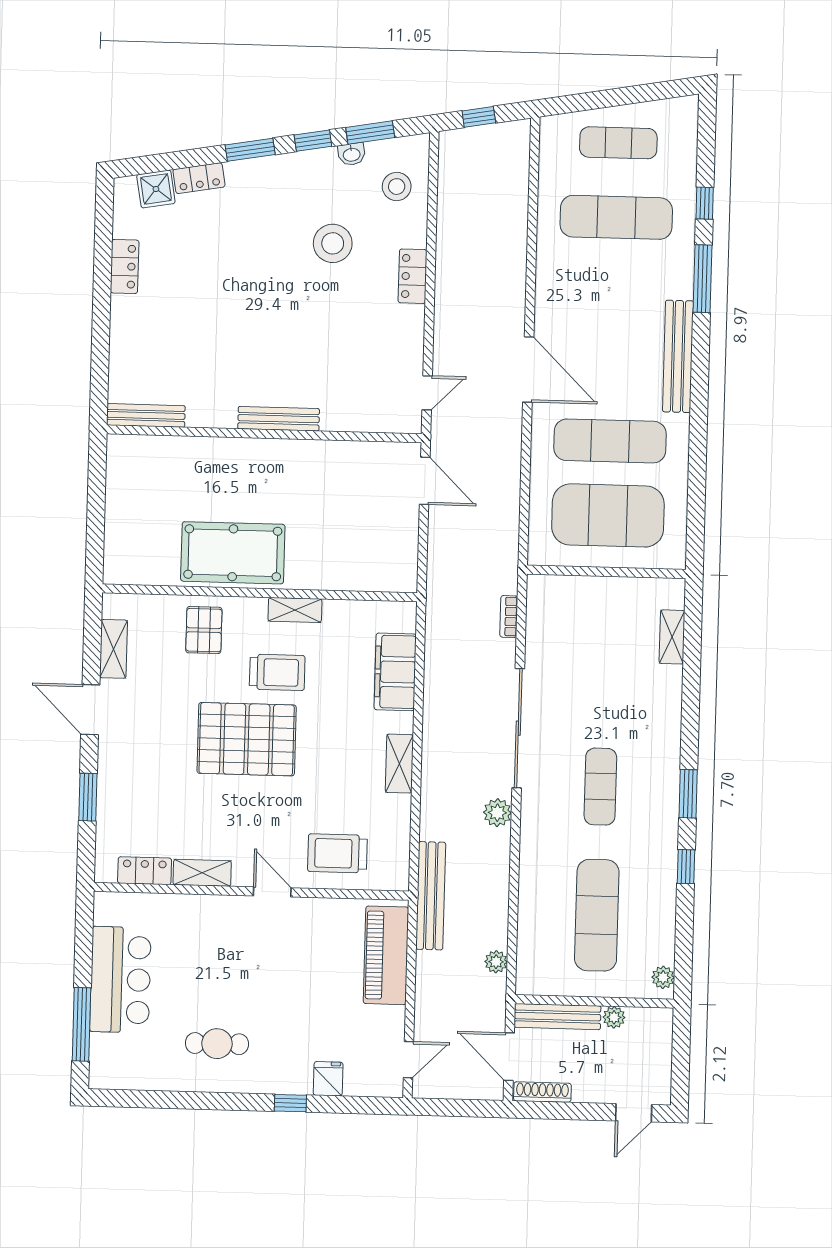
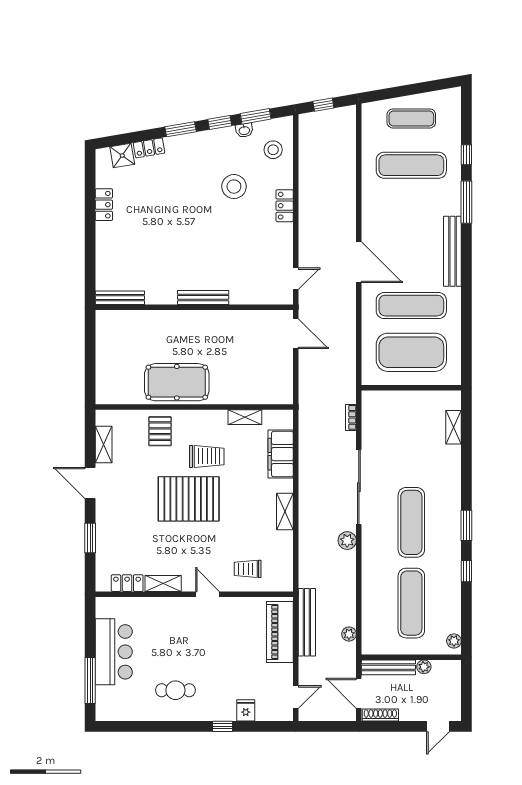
shelving: (295, 610) -> (245, 417), moved
exercise mat: (600, 787) -> (411, 522), width x1.36, depth x1.45
trolley: (337, 853) -> (248, 569), width x0.73, depth x0.72
bench: (431, 896) -> (307, 622), moved

